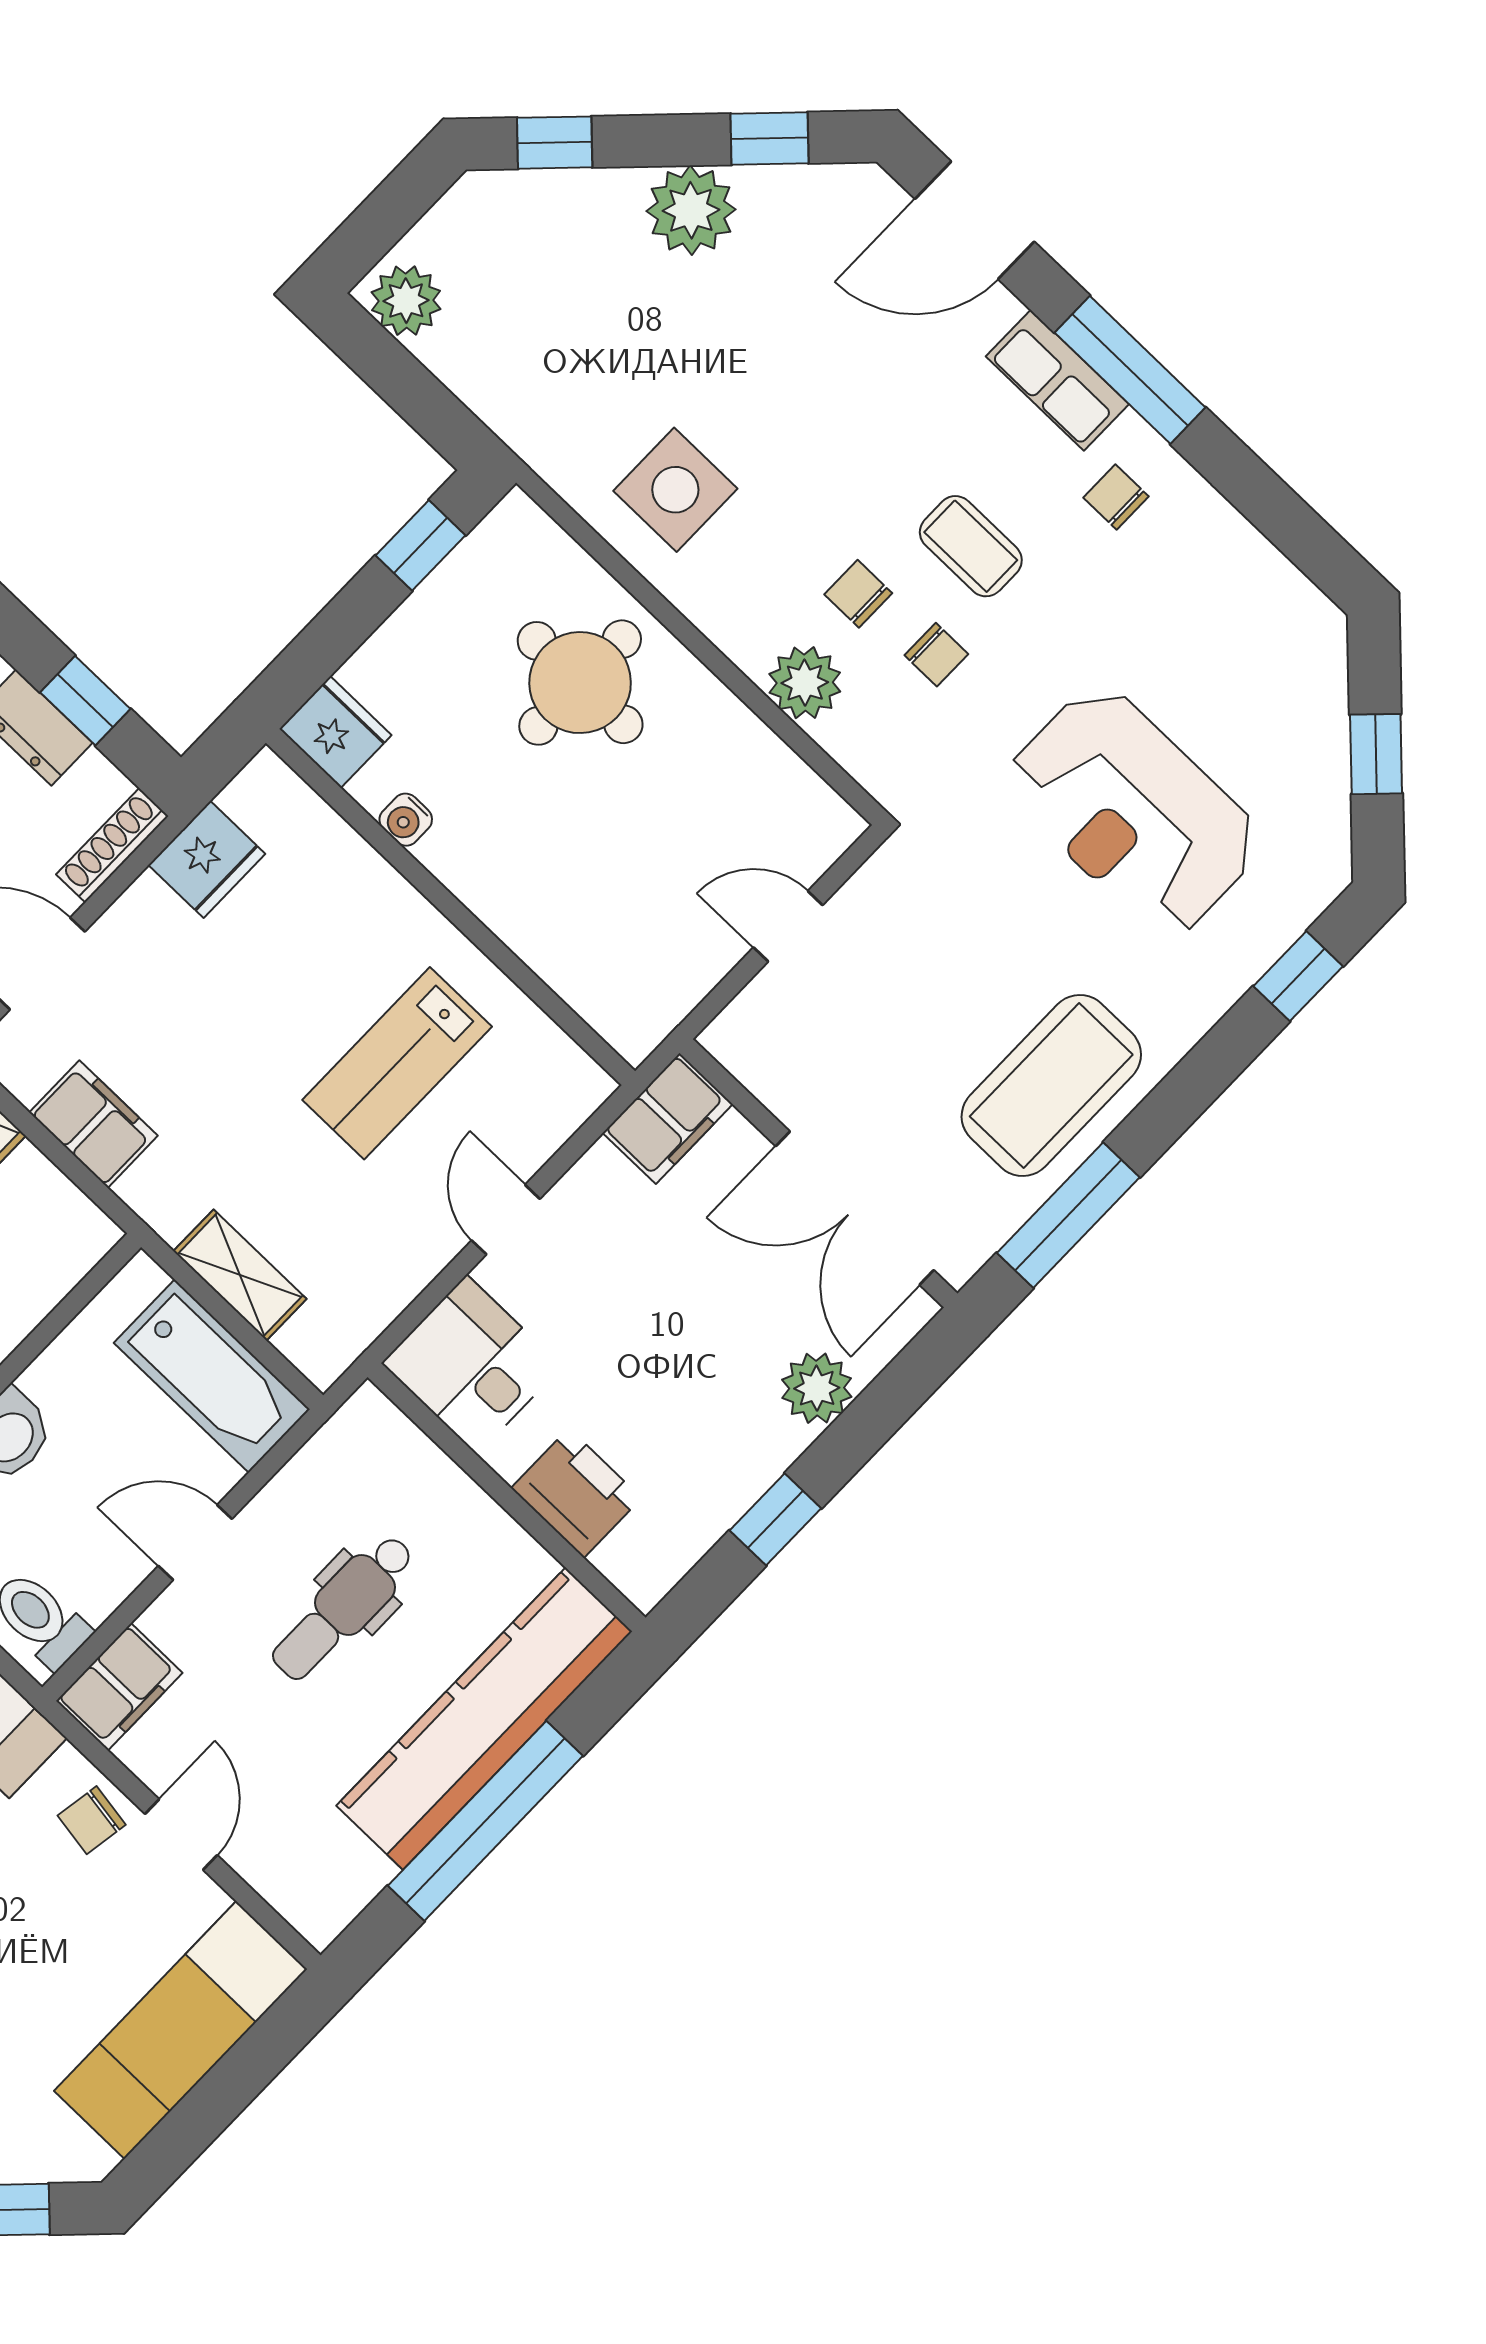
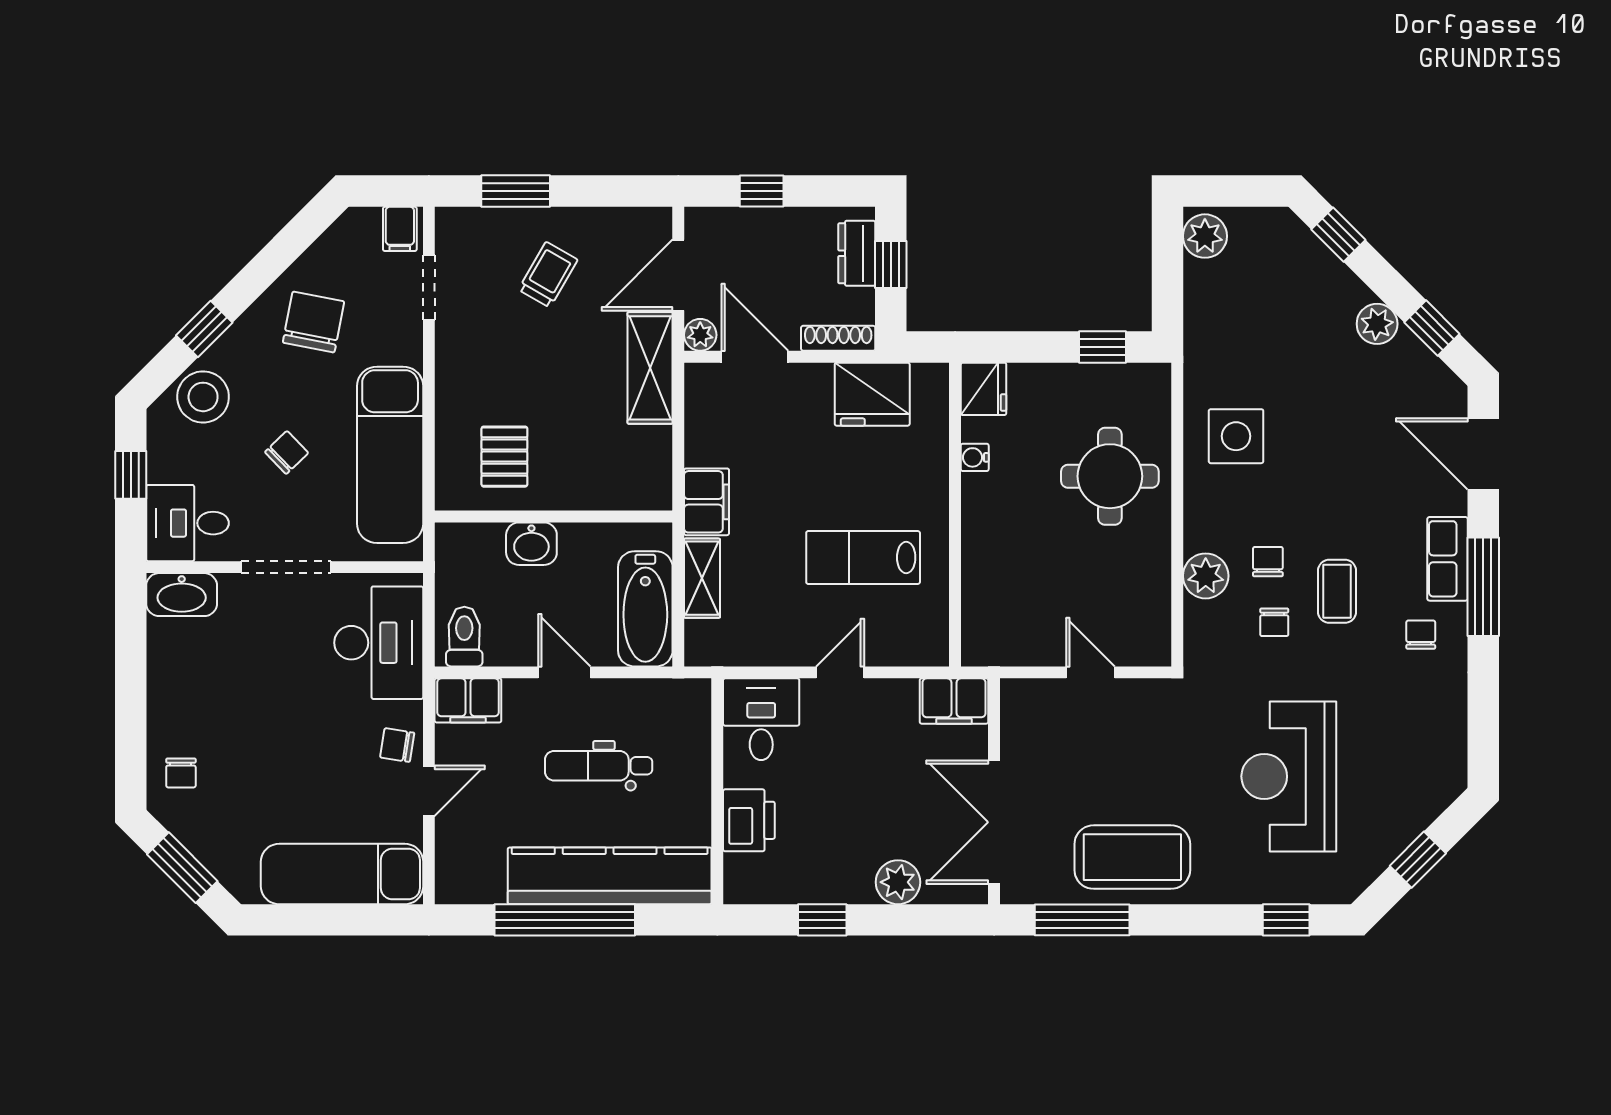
plant: (691, 210) -> (1377, 324), width x0.73, depth x0.73
fridge: (207, 859) -> (872, 394), width x1.36, depth x1.34
filing cabinet: (94, 1124) -> (707, 502), moved

